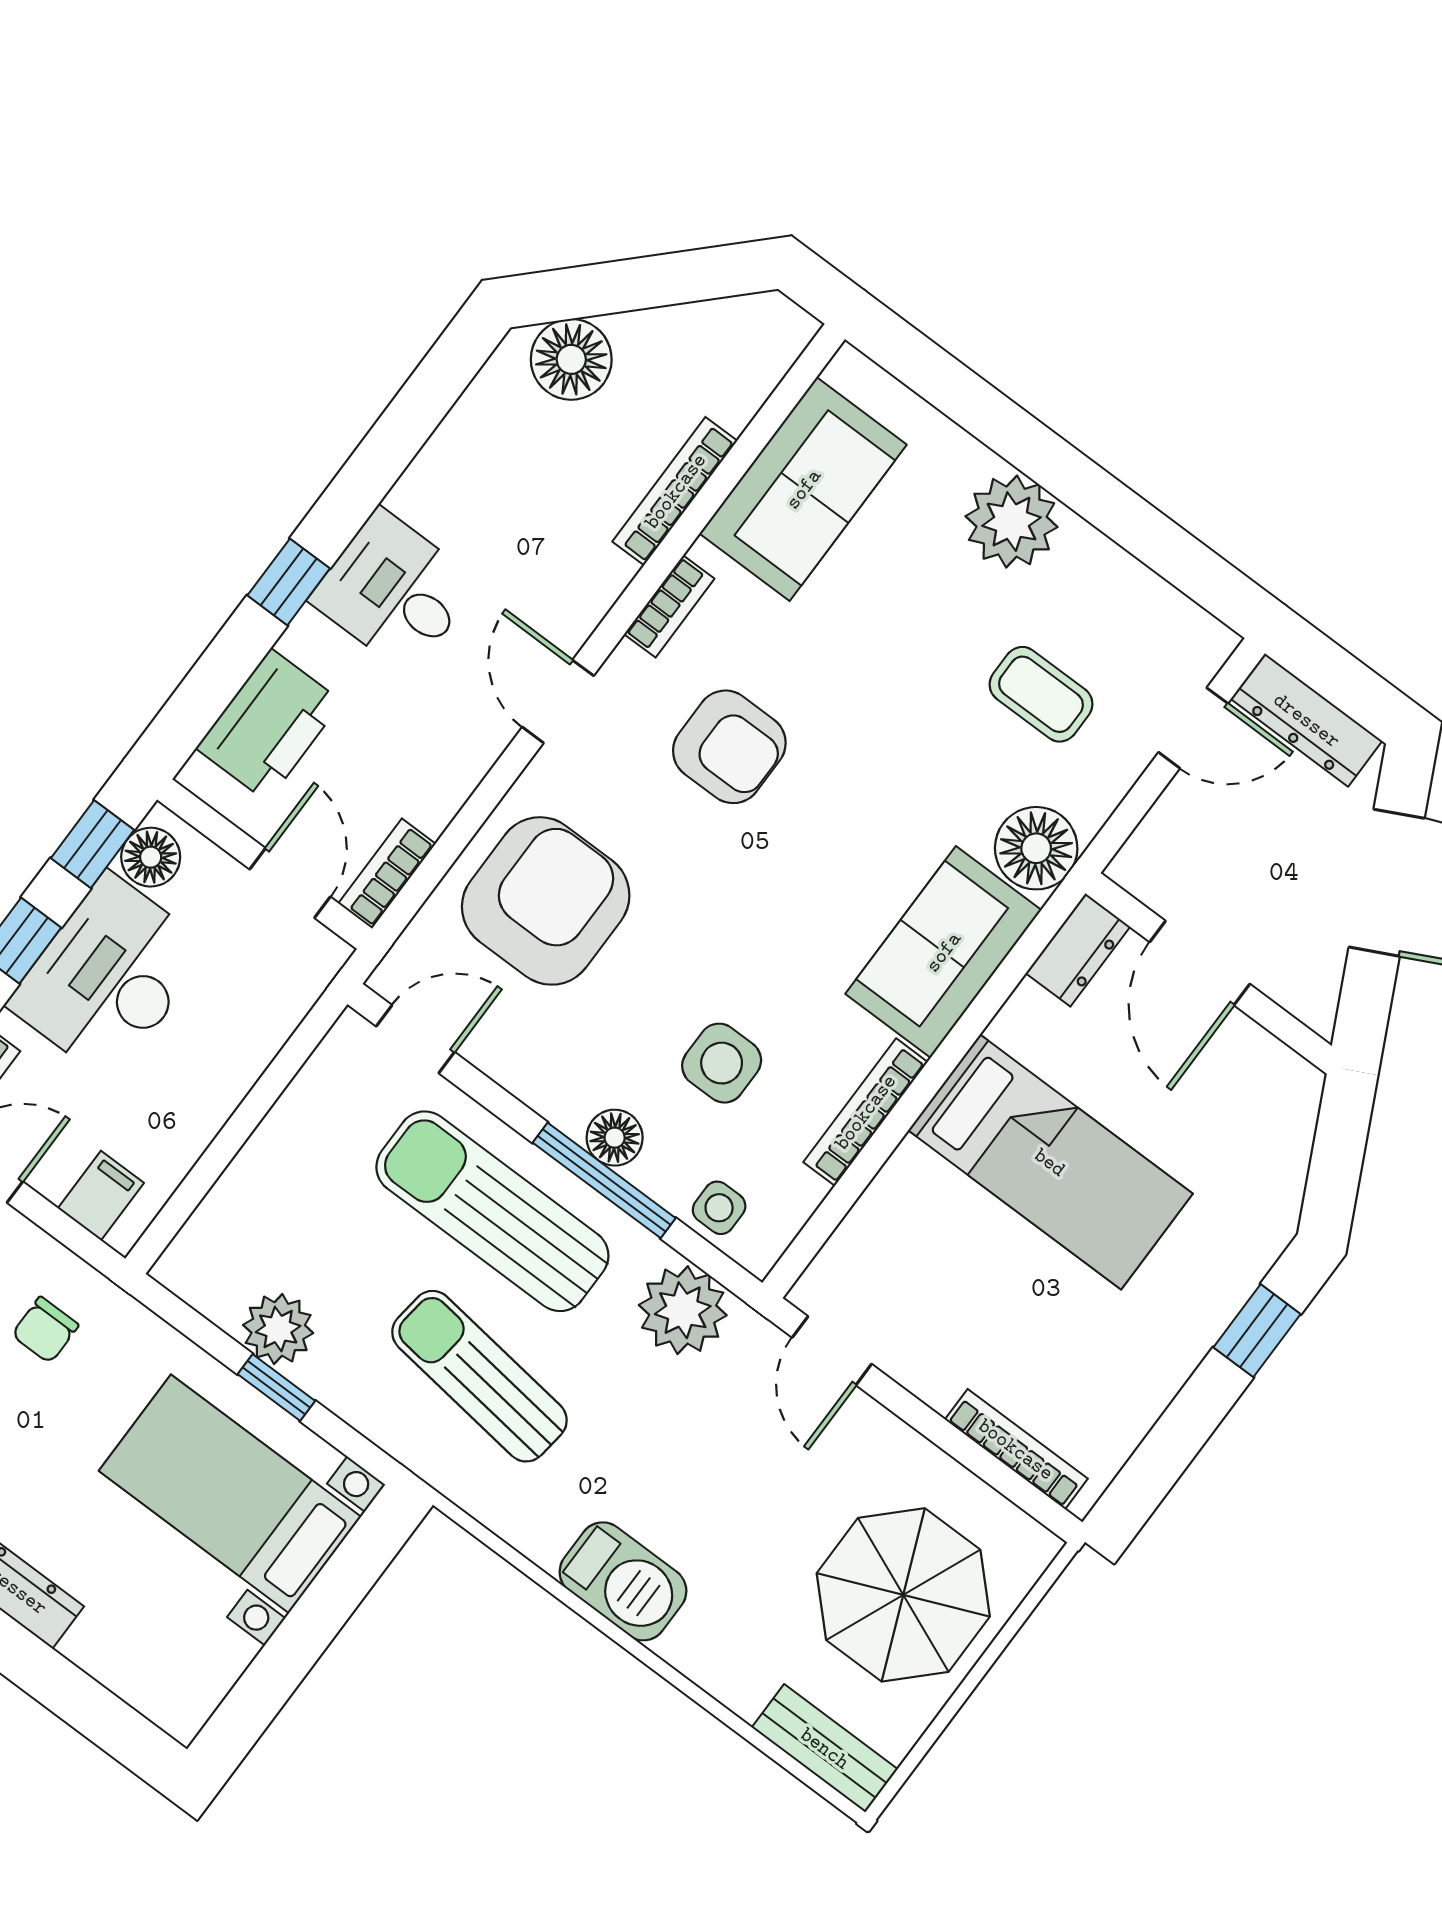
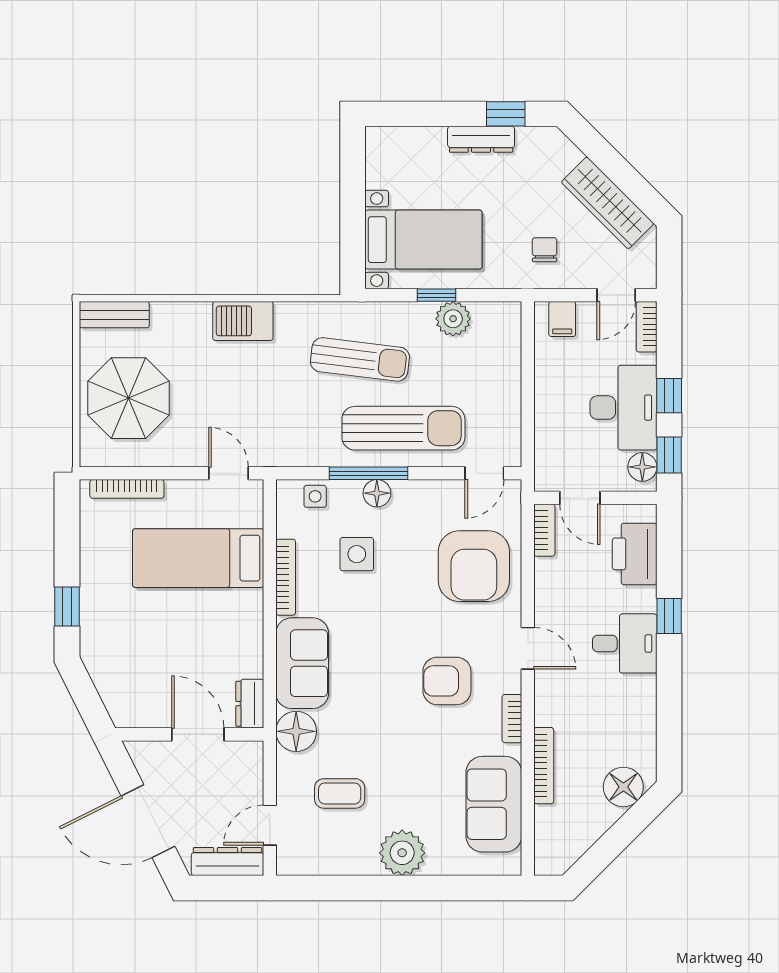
bed: (1050, 1162) -> (198, 558), moved
plant: (683, 1310) -> (299, 445), removed

